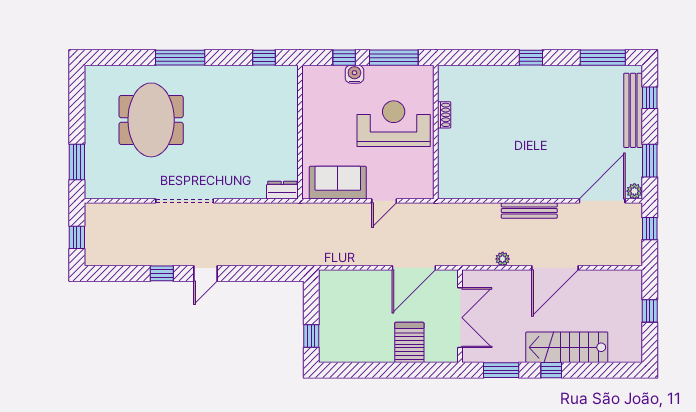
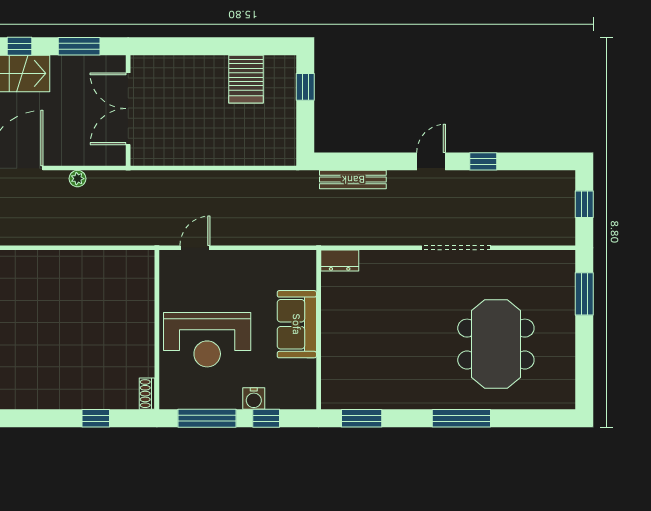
window: (264, 58) -> (362, 418), width x1.50
window: (531, 58) -> (96, 418), moved
shoe rack: (444, 115) -> (147, 394), moved
sofa: (338, 183) -> (297, 324), moved, turned 90
door: (384, 201) -> (195, 248), moved
bench: (529, 211) -> (353, 180), moved
door: (414, 268) -> (183, 168), removed
server rack: (409, 342) -> (246, 79), moved

